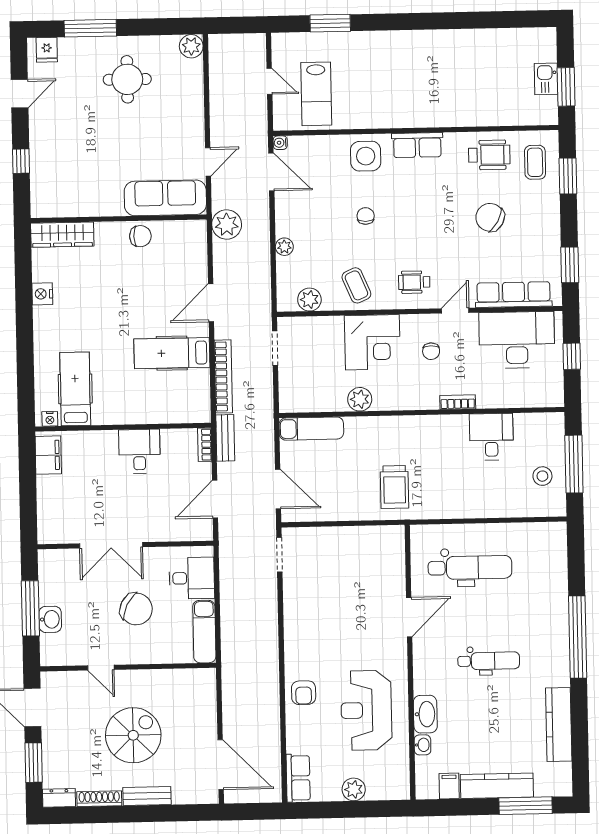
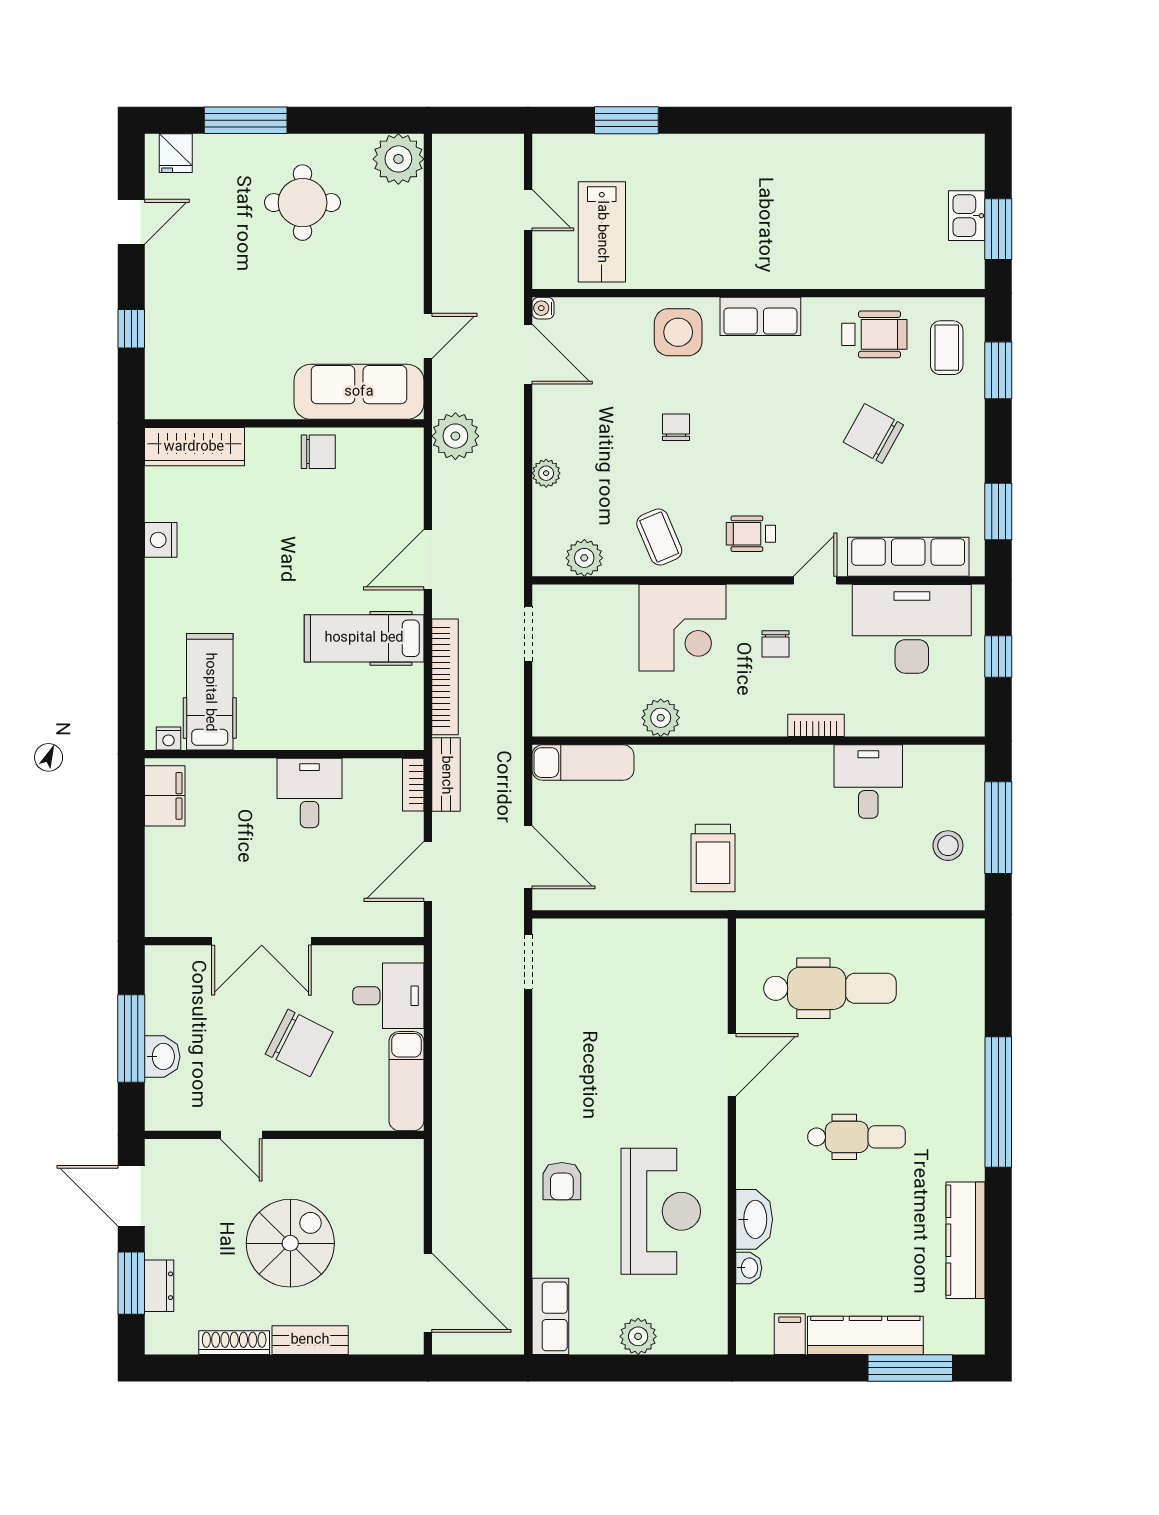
plant: (191, 46) -> (398, 159), width x1.36, depth x1.36
reception desk: (366, 710) -> (661, 1211), turned 180
dresser: (59, 798) -> (159, 1286), moved, turned 90

